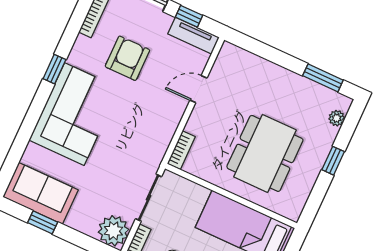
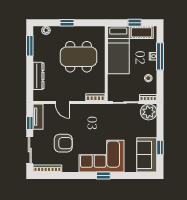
armchair: (127, 58) -> (63, 143), turned 180
window: (54, 69) -> (103, 176), moved
dresser: (264, 69) -> (39, 76), added

